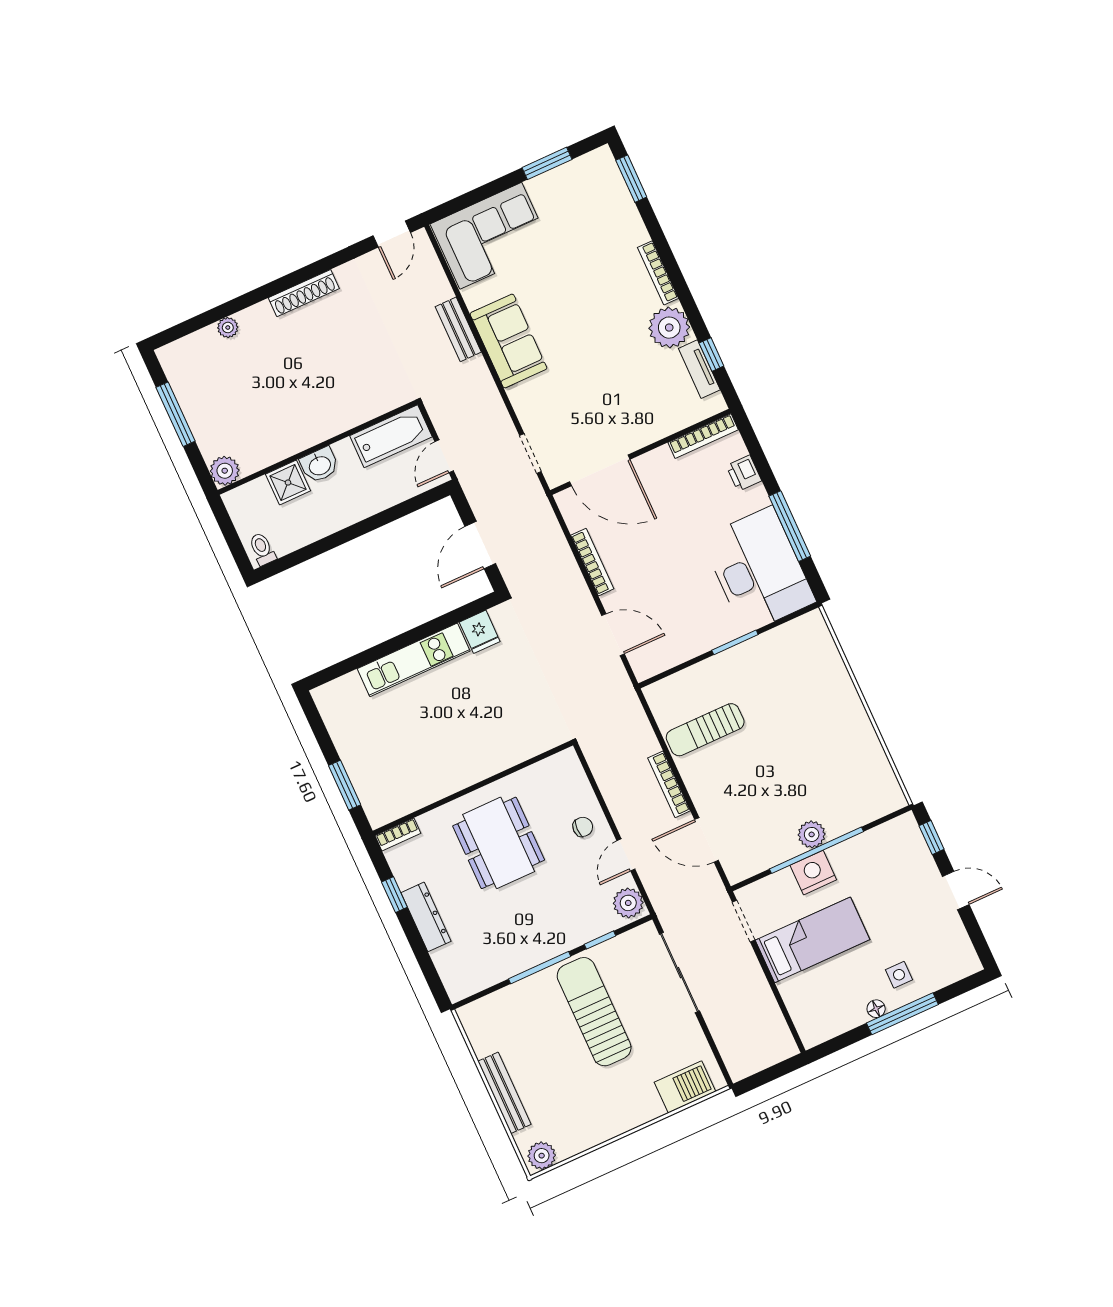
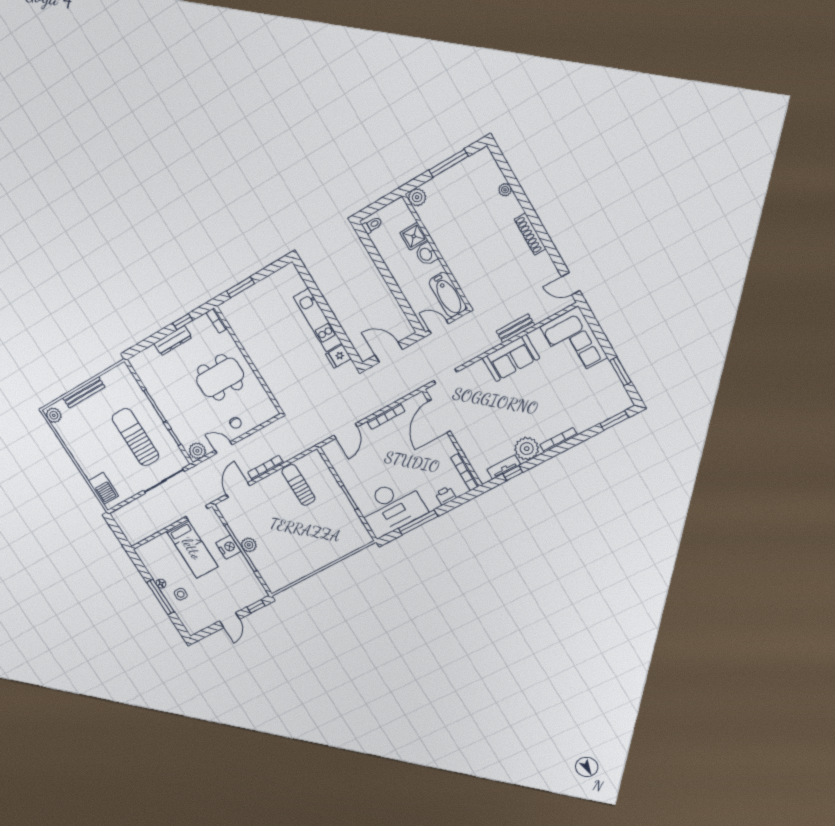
sun lounger: (594, 1012) -> (136, 437), turned -90

